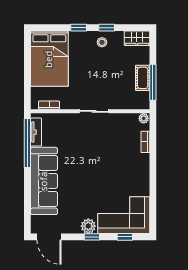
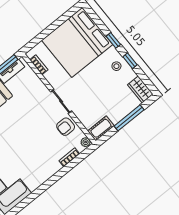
bed: (49, 59) -> (77, 42), width x1.36
cot: (143, 78) -> (101, 128), moved
window: (153, 82) -> (129, 118), moved
armchair: (118, 124) -> (66, 127), added

